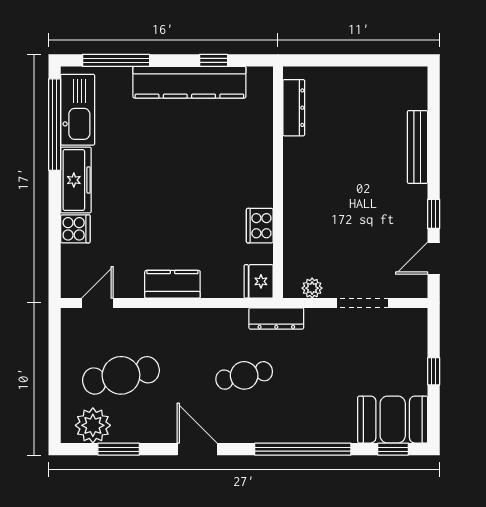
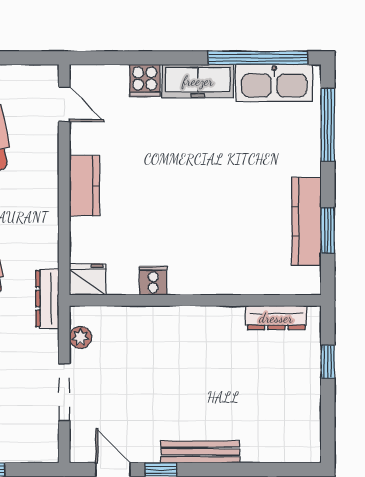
window: (214, 60) -> (328, 230), width x1.50
window: (334, 60) -> (328, 362), added
kitchen counter: (189, 82) -> (306, 221), width x0.72, depth x0.86
bench: (417, 147) -> (200, 452), moved
cooker: (260, 226) -> (153, 281), width x0.73

